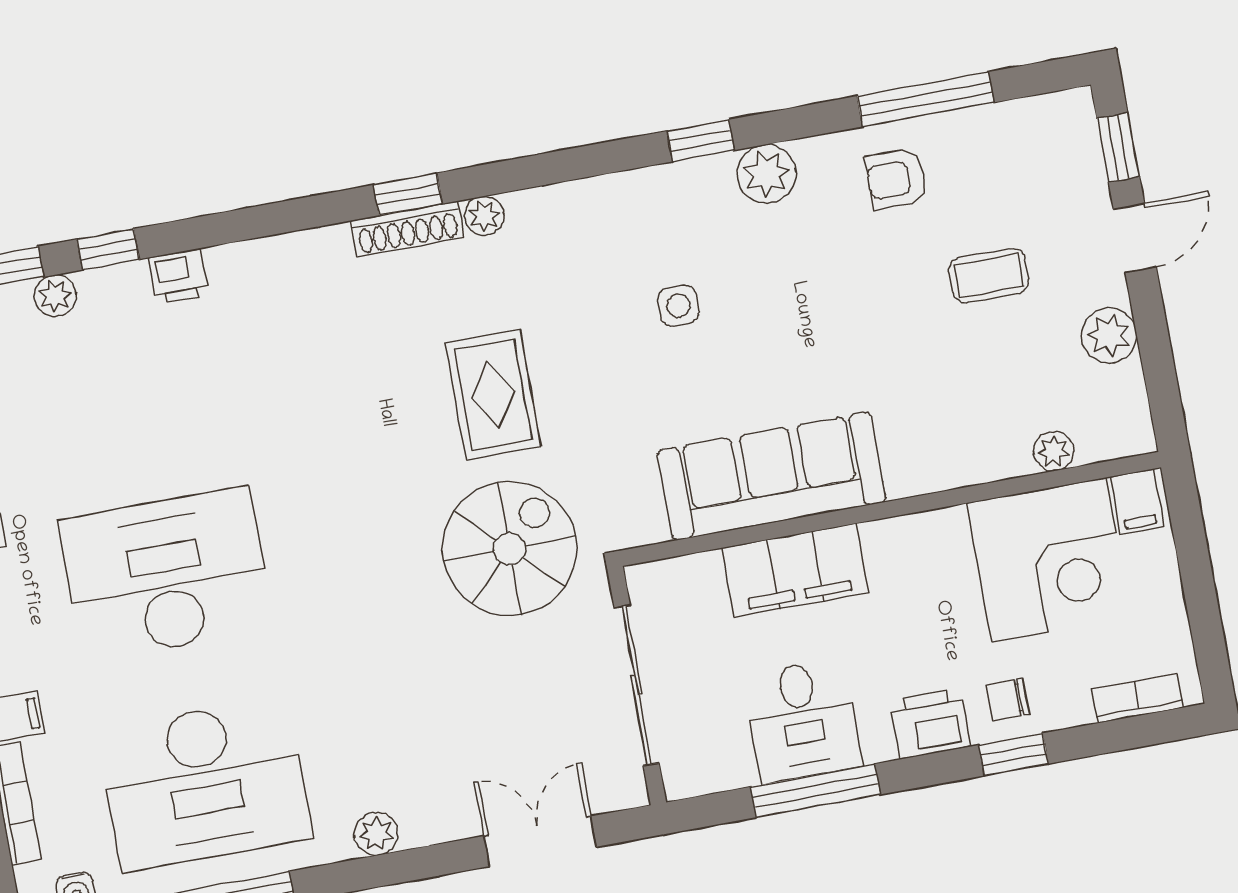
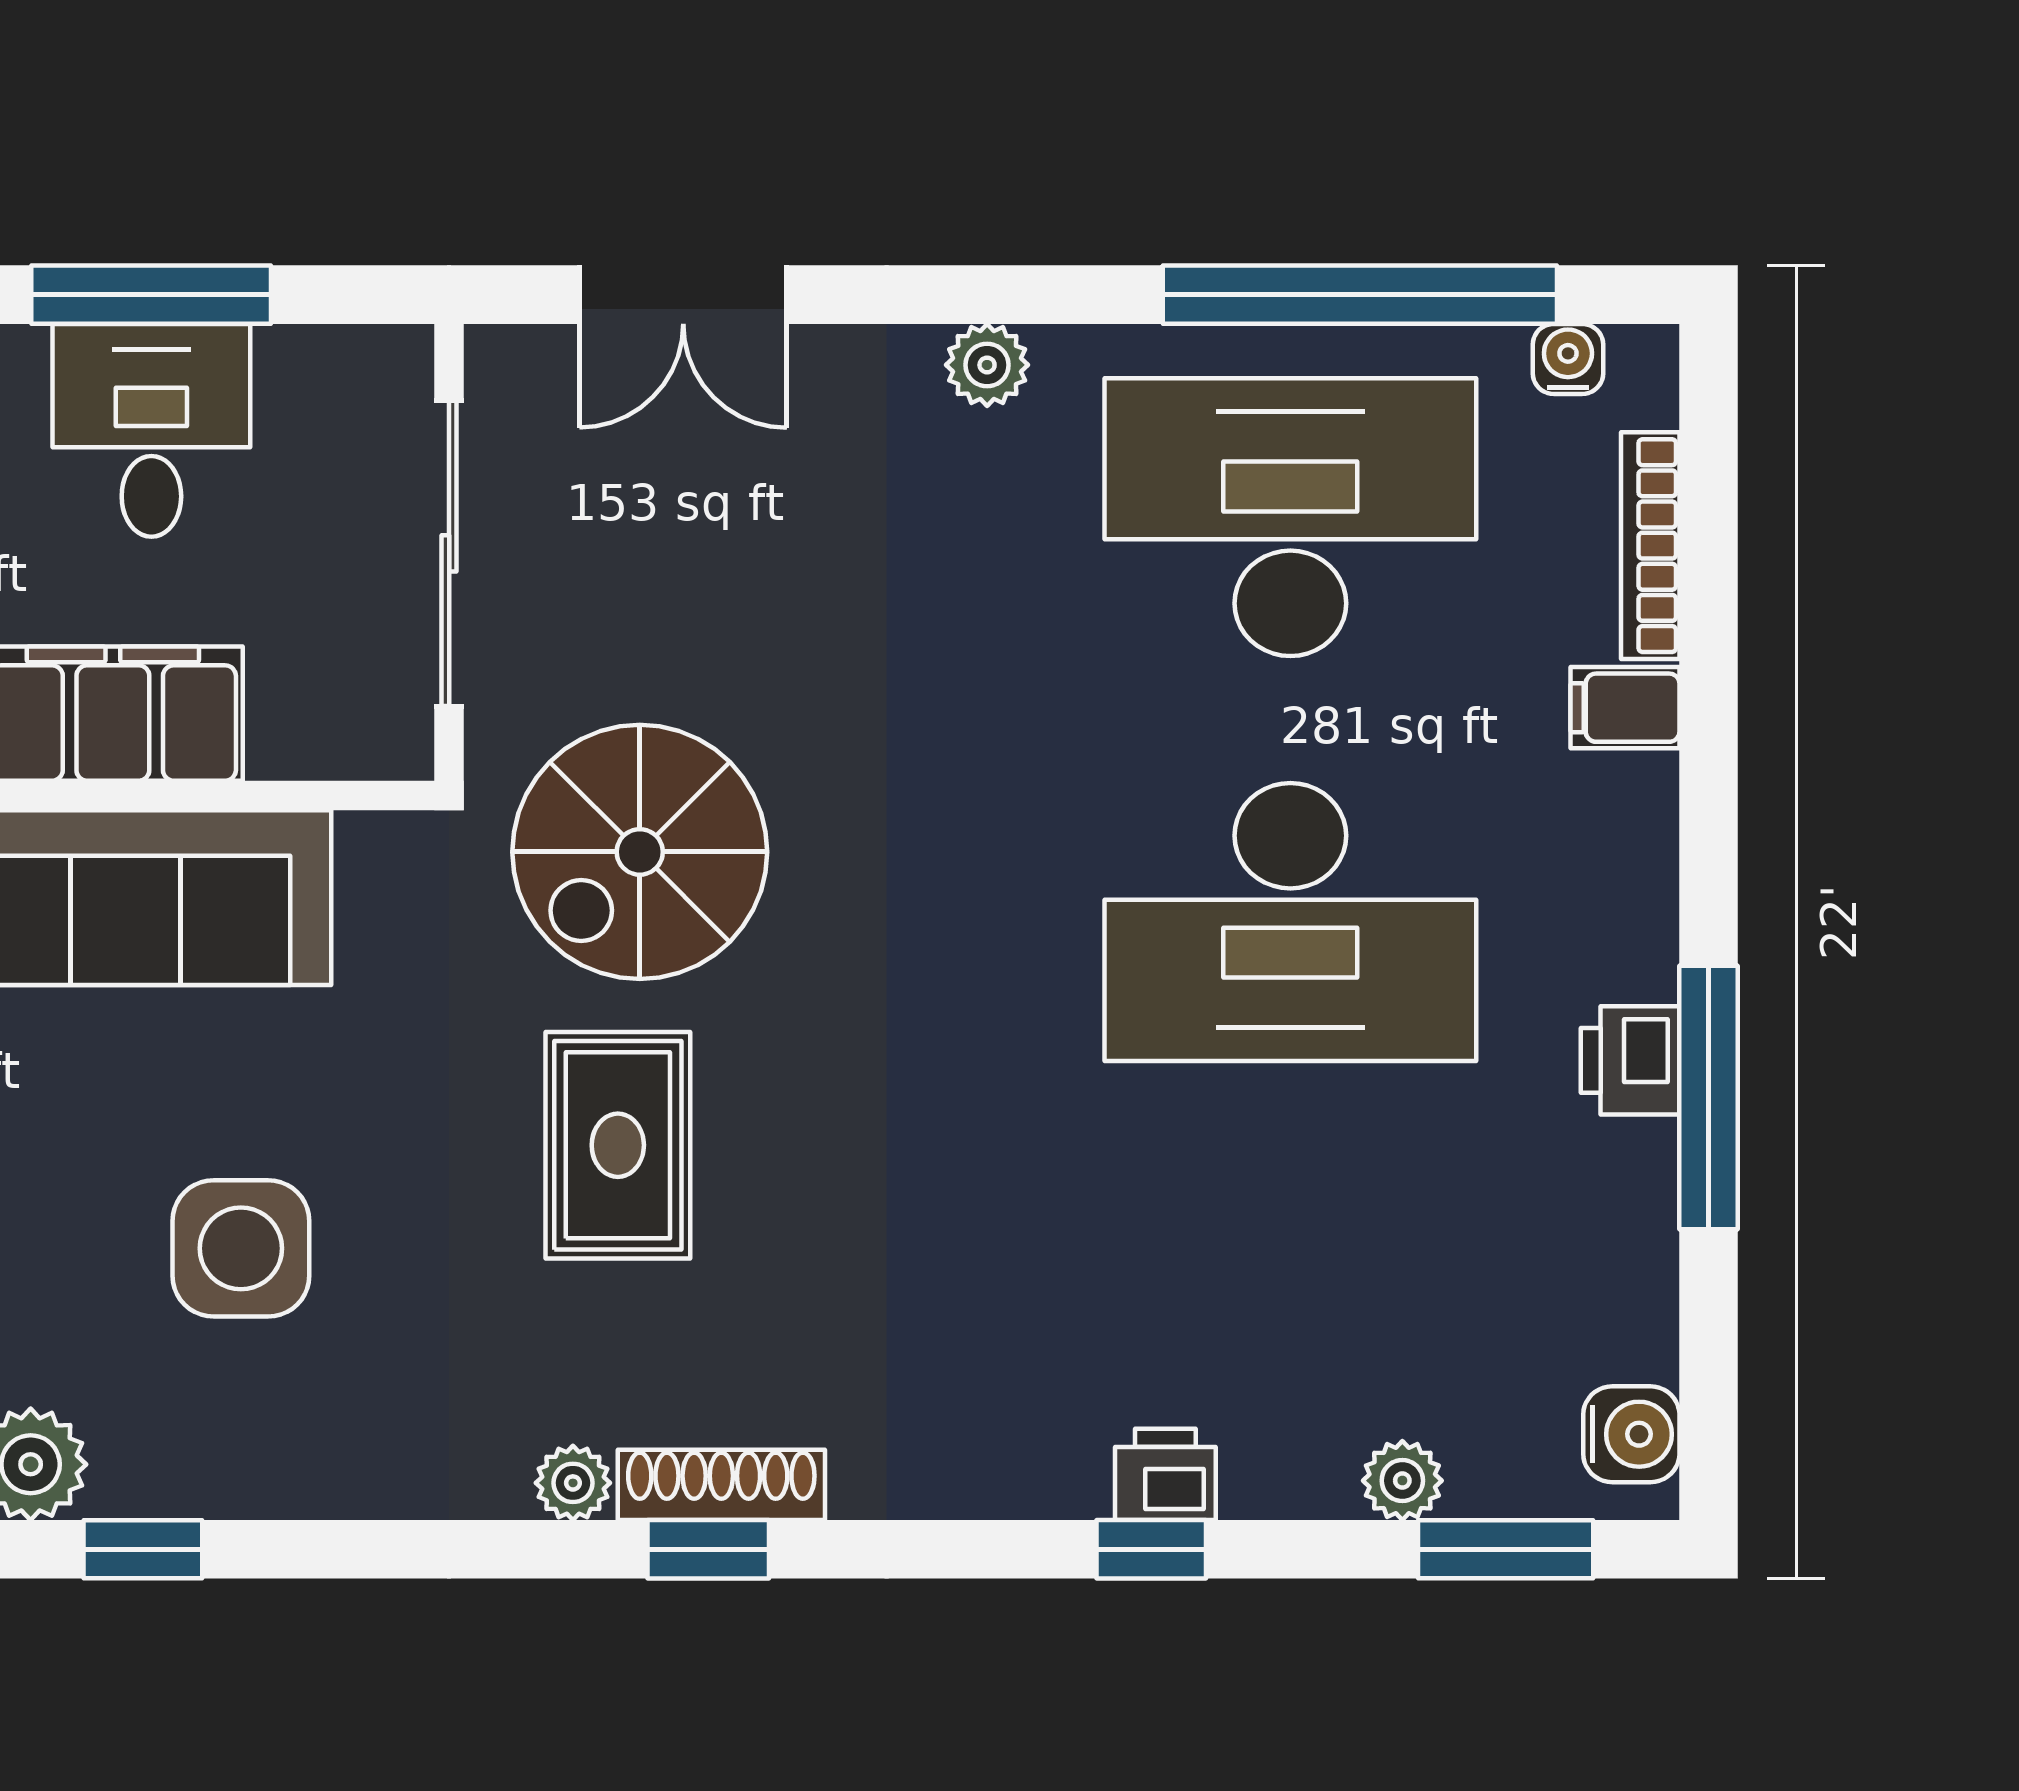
window: (108, 249) -> (1151, 1549), moved
side table: (678, 306) -> (241, 1248), width x1.87, depth x1.87

